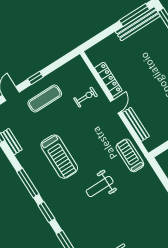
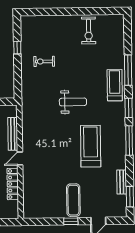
exercise bike: (85, 97) -> (44, 61), moved
exercise mat: (45, 98) -> (73, 200), turned 90
treadmill: (130, 155) -> (115, 85), moved, turned 180

